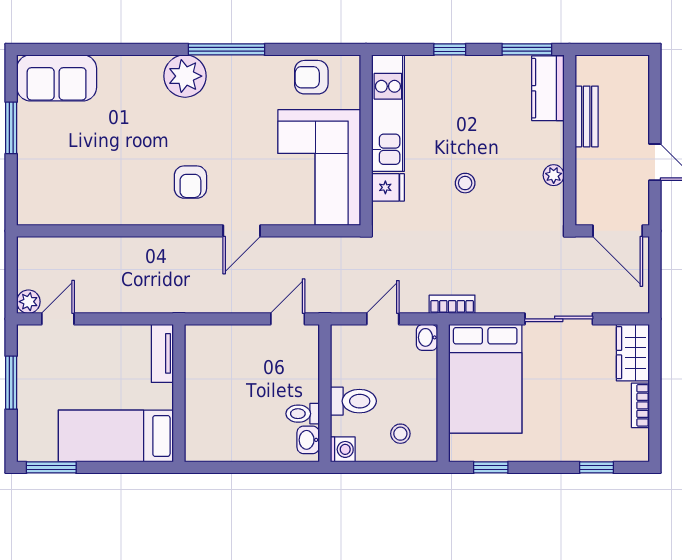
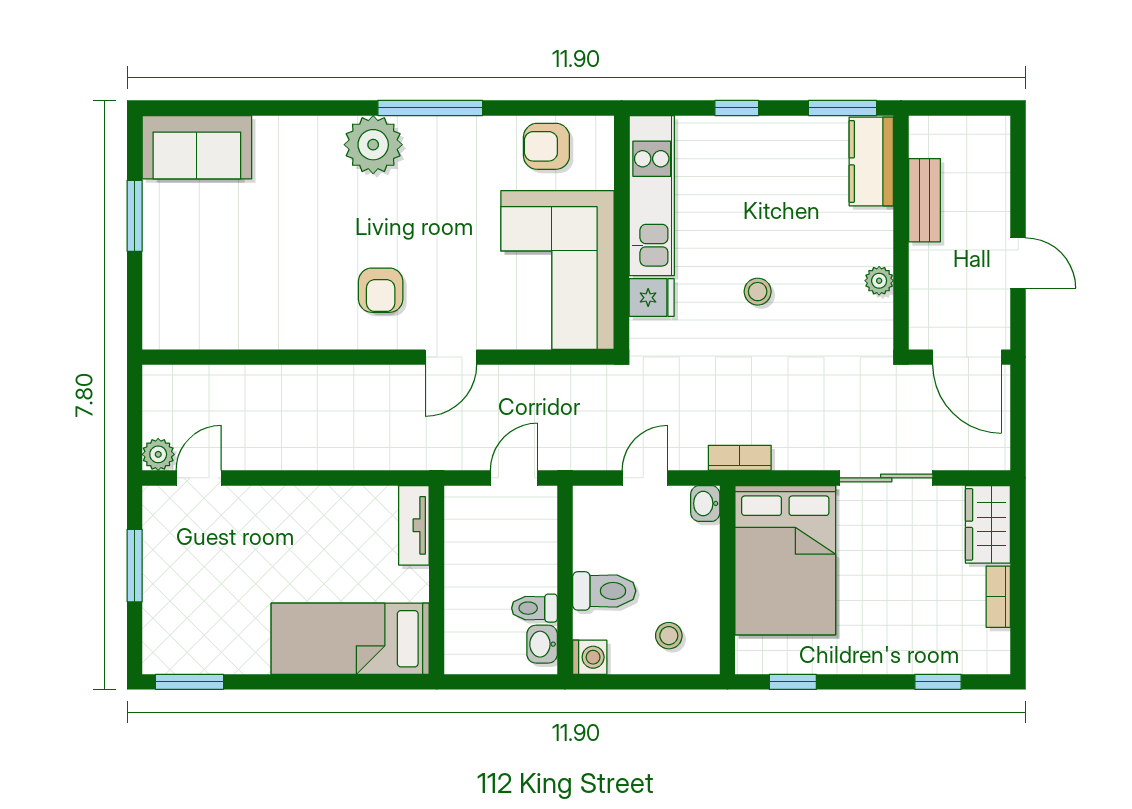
tv unit: (162, 353) -> (414, 525), moved
wall: (179, 393) -> (437, 580), moved
bed: (116, 436) -> (350, 639), moved

